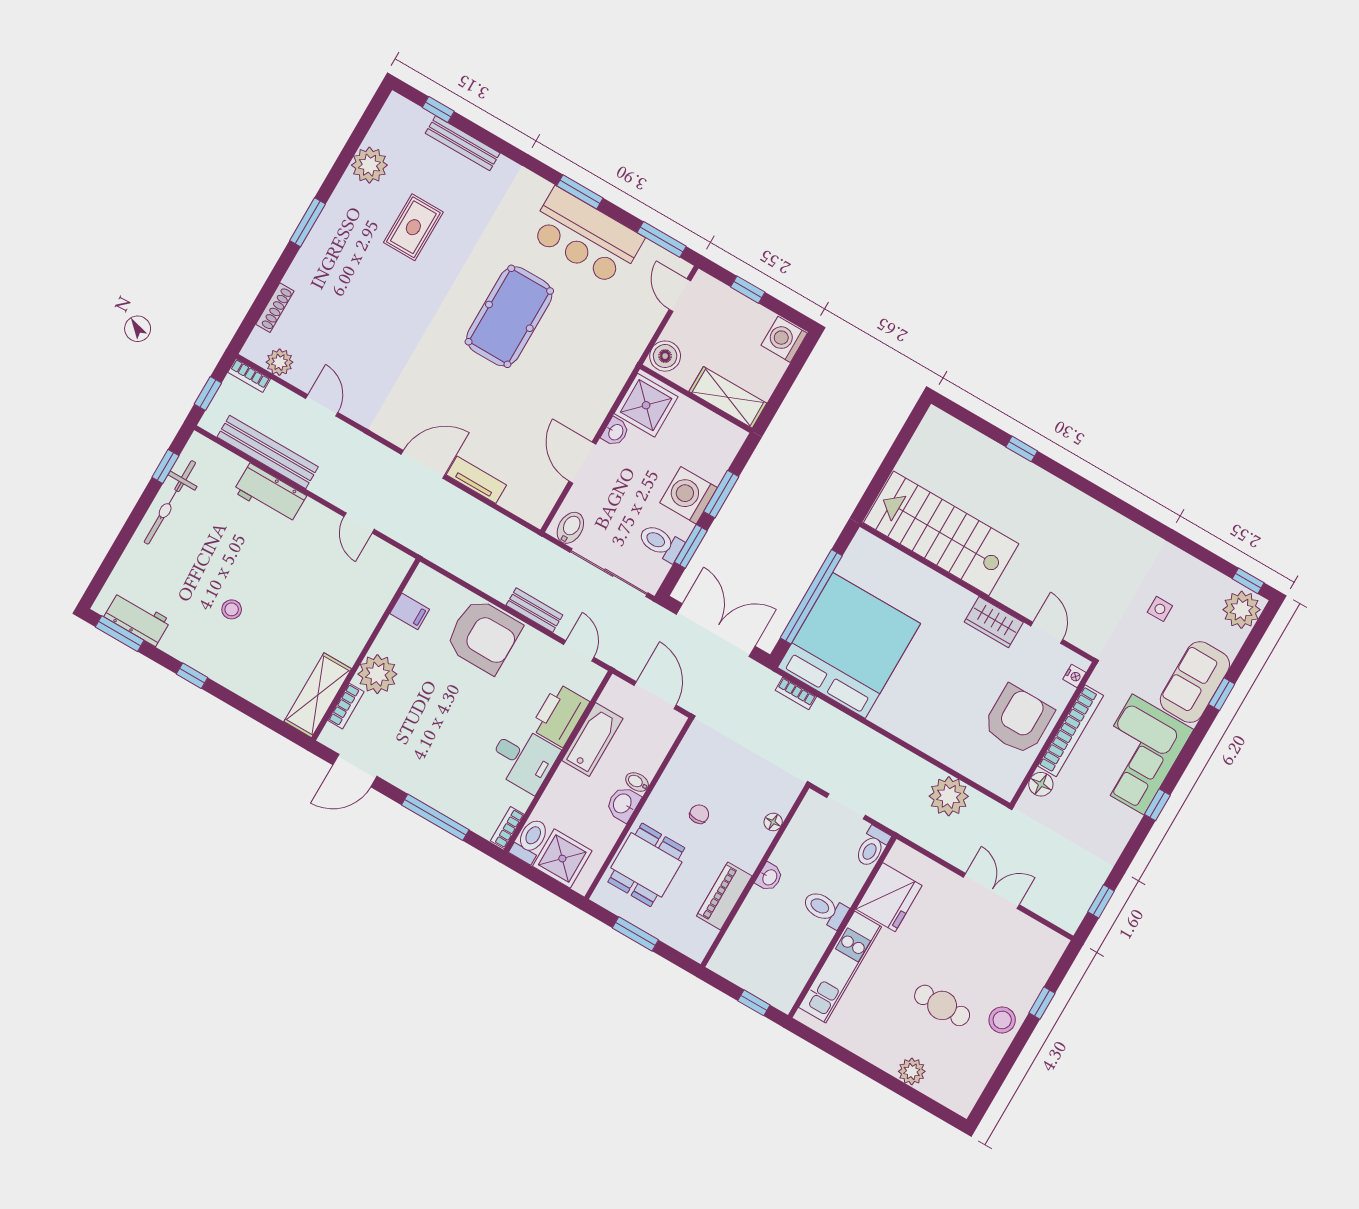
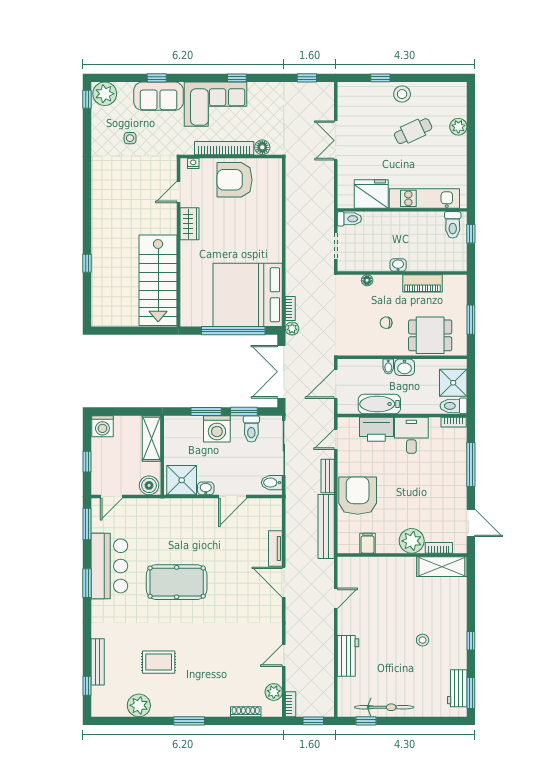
bench: (268, 452) -> (326, 526), moved
plant: (949, 796) -> (292, 329), moved, width x0.53, depth x0.53
toilet: (825, 909) -> (453, 225), moved
cafe table: (942, 1005) -> (413, 131), turned 65

